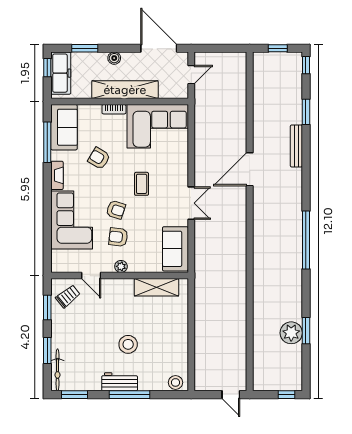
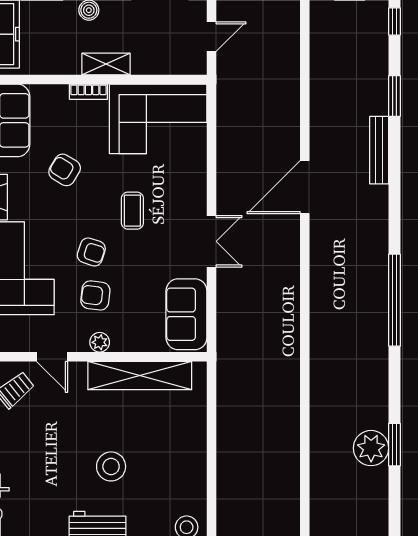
shelving: (125, 90) -> (106, 64), width x0.45, depth x0.75
shelving: (157, 287) -> (140, 376), width x1.47

